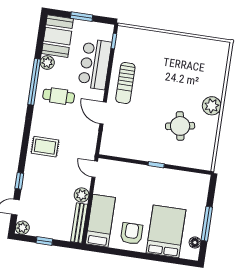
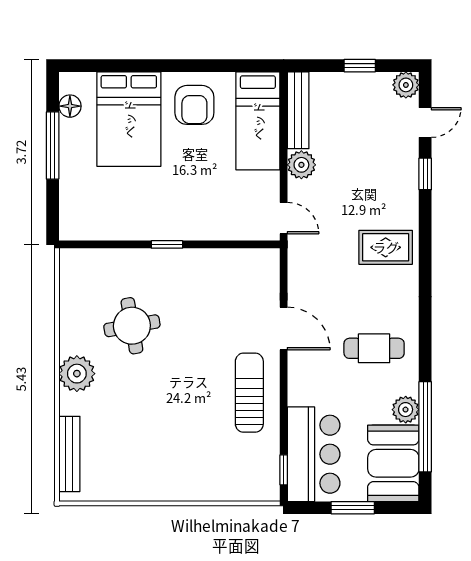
bar counter: (95, 64) -> (314, 454), moved
bench: (222, 65) -> (69, 454), added
window: (34, 82) -> (425, 427), moved

